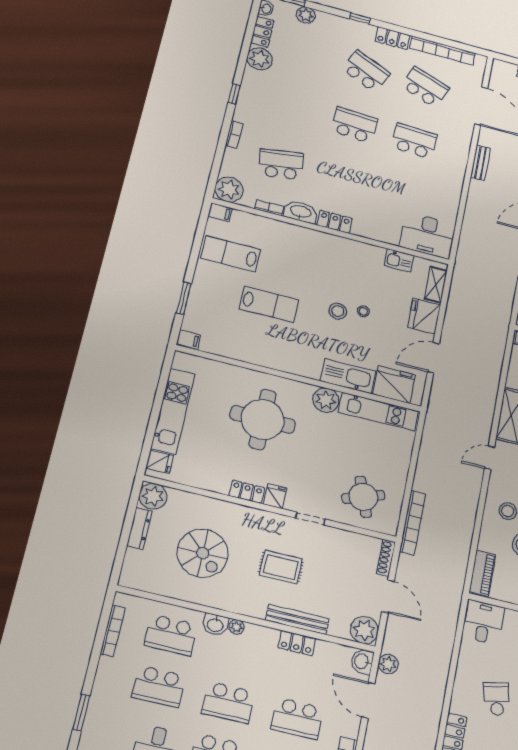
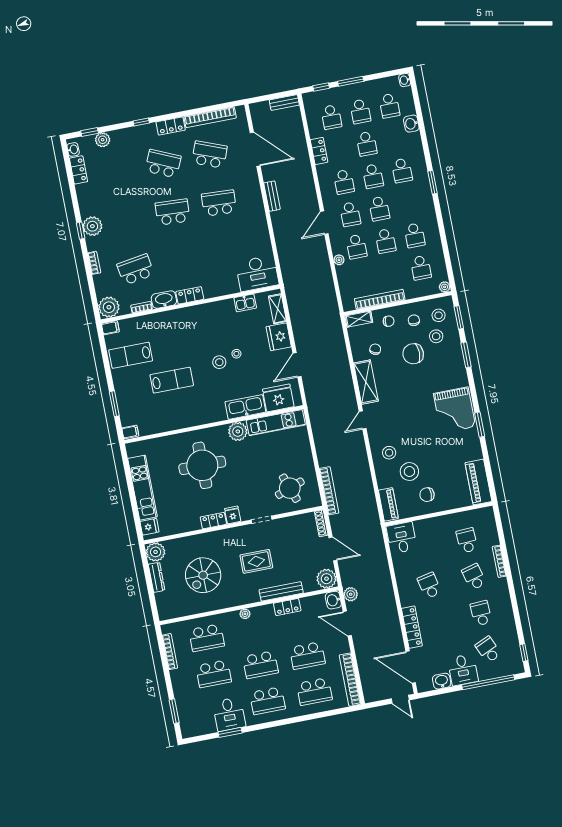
plant: (260, 59) -> (92, 226), moved
spiral stairs: (203, 553) -> (203, 575), turned 90
washbasin: (215, 625) -> (231, 618), removed

